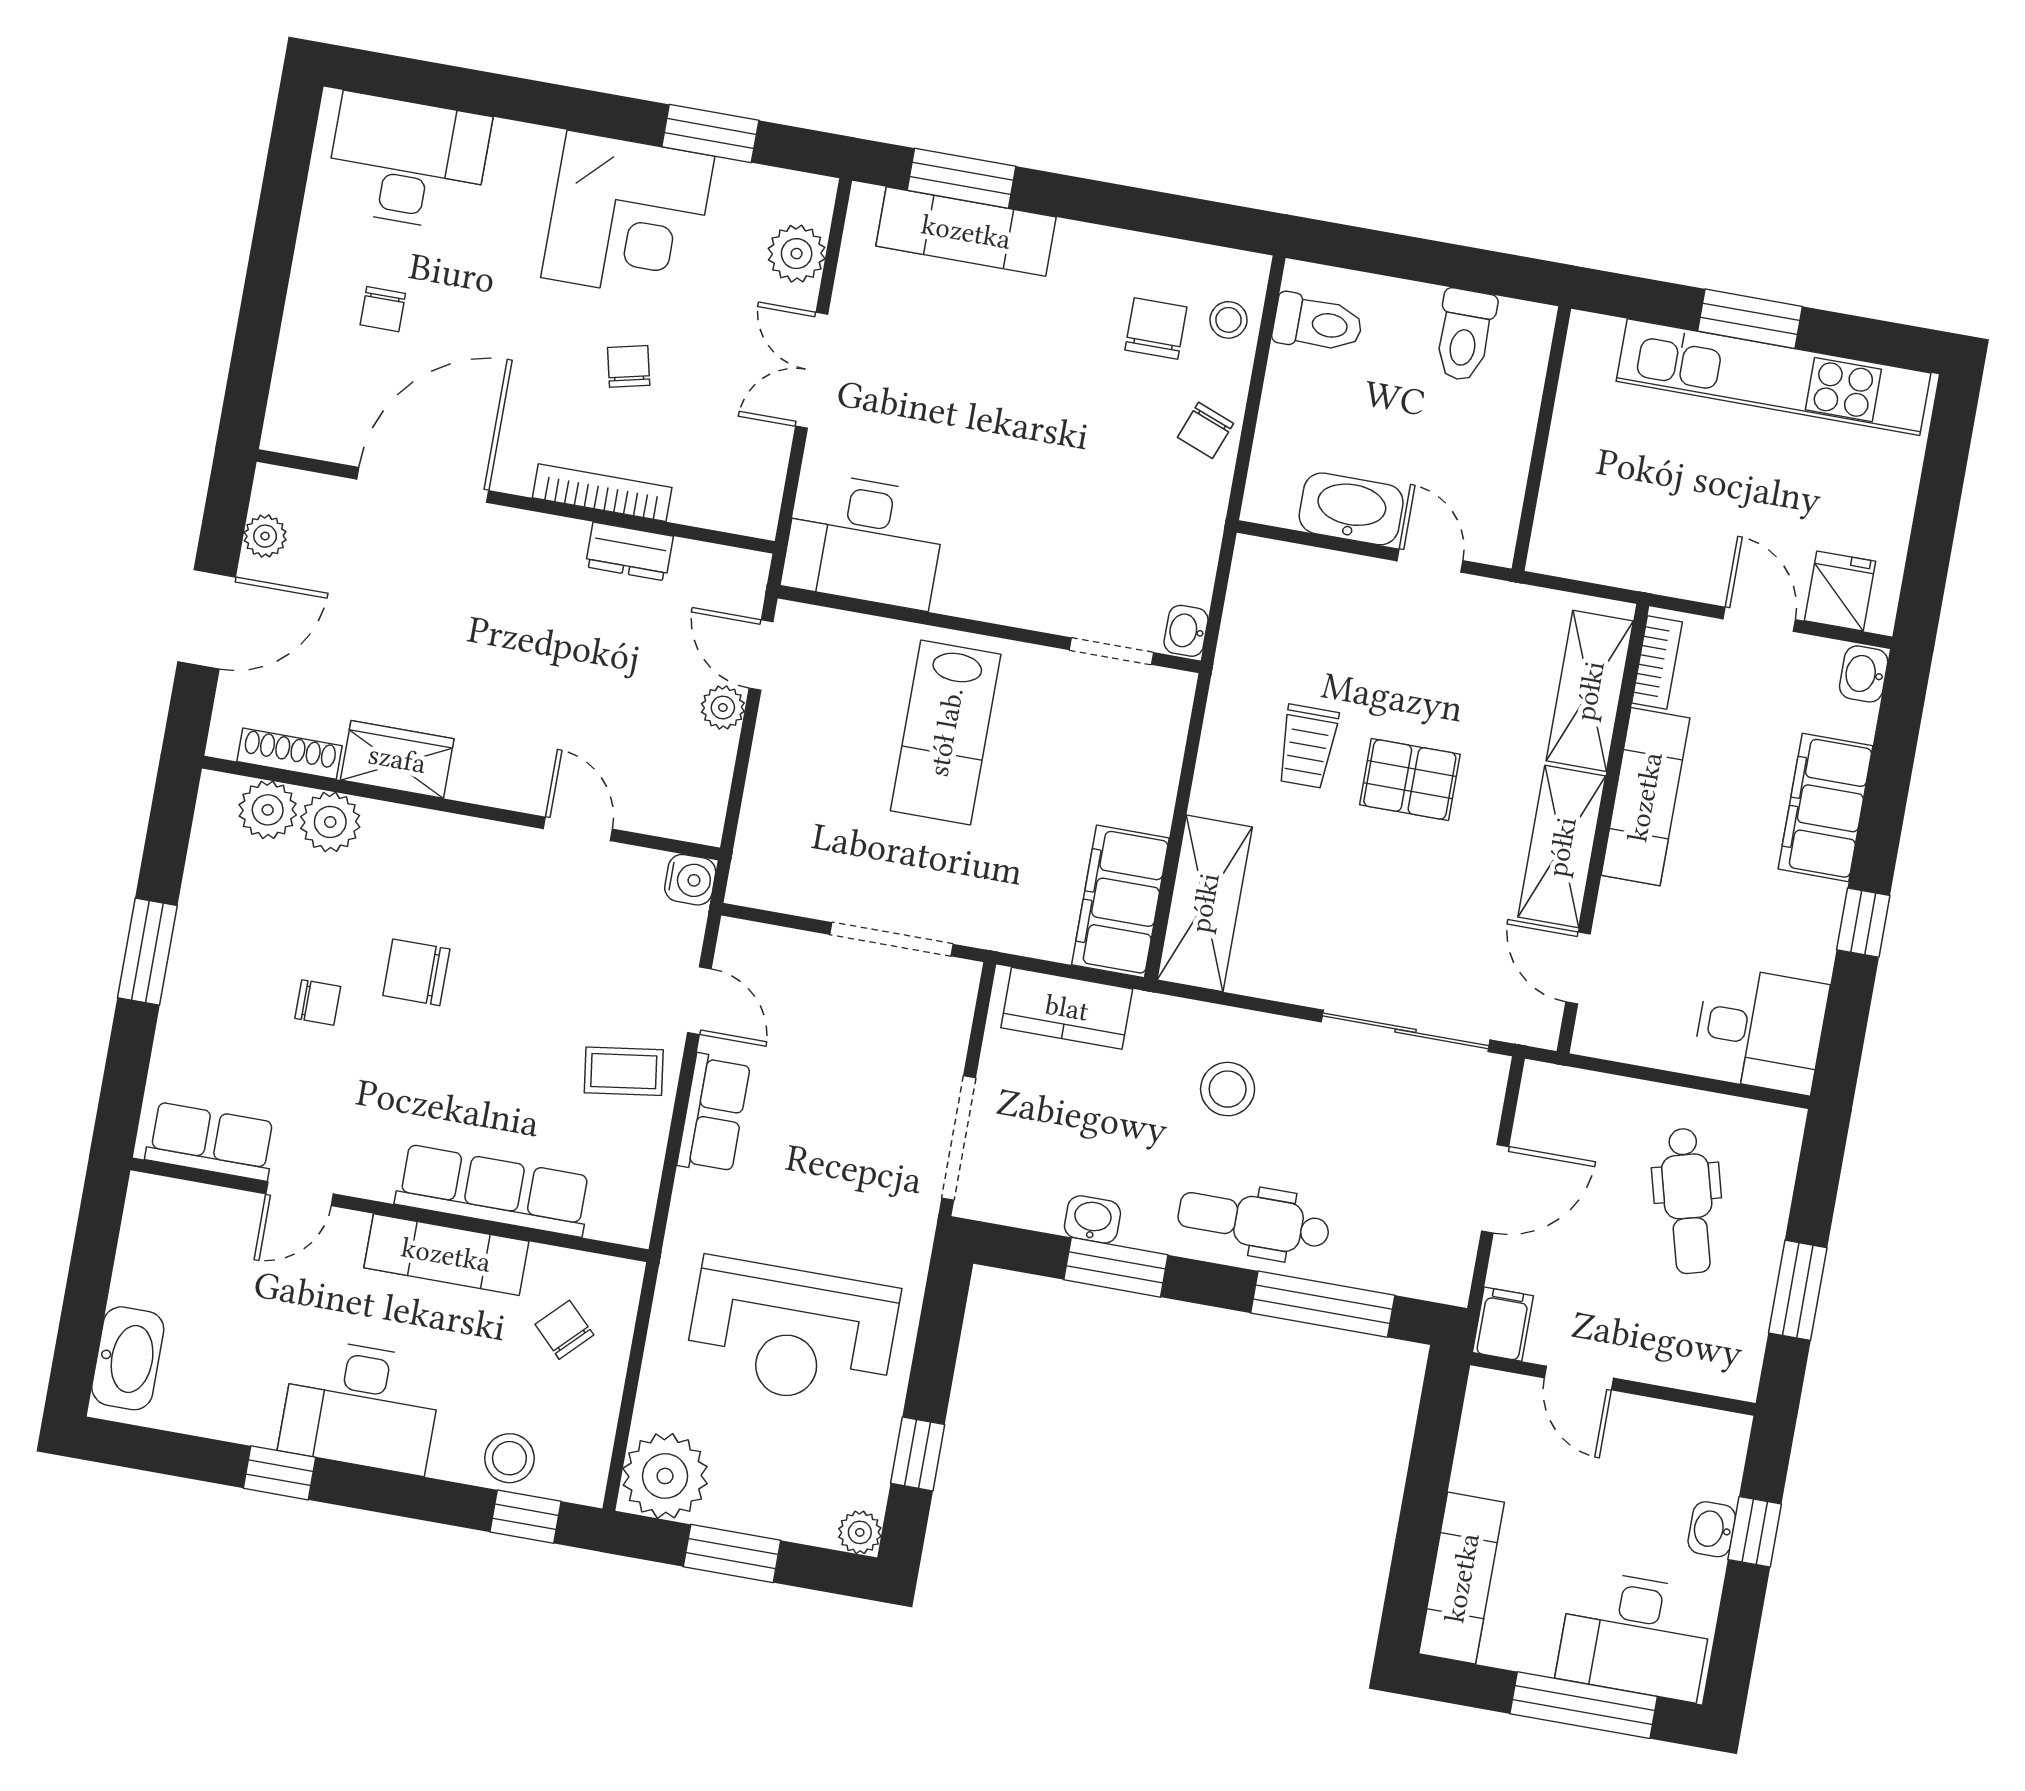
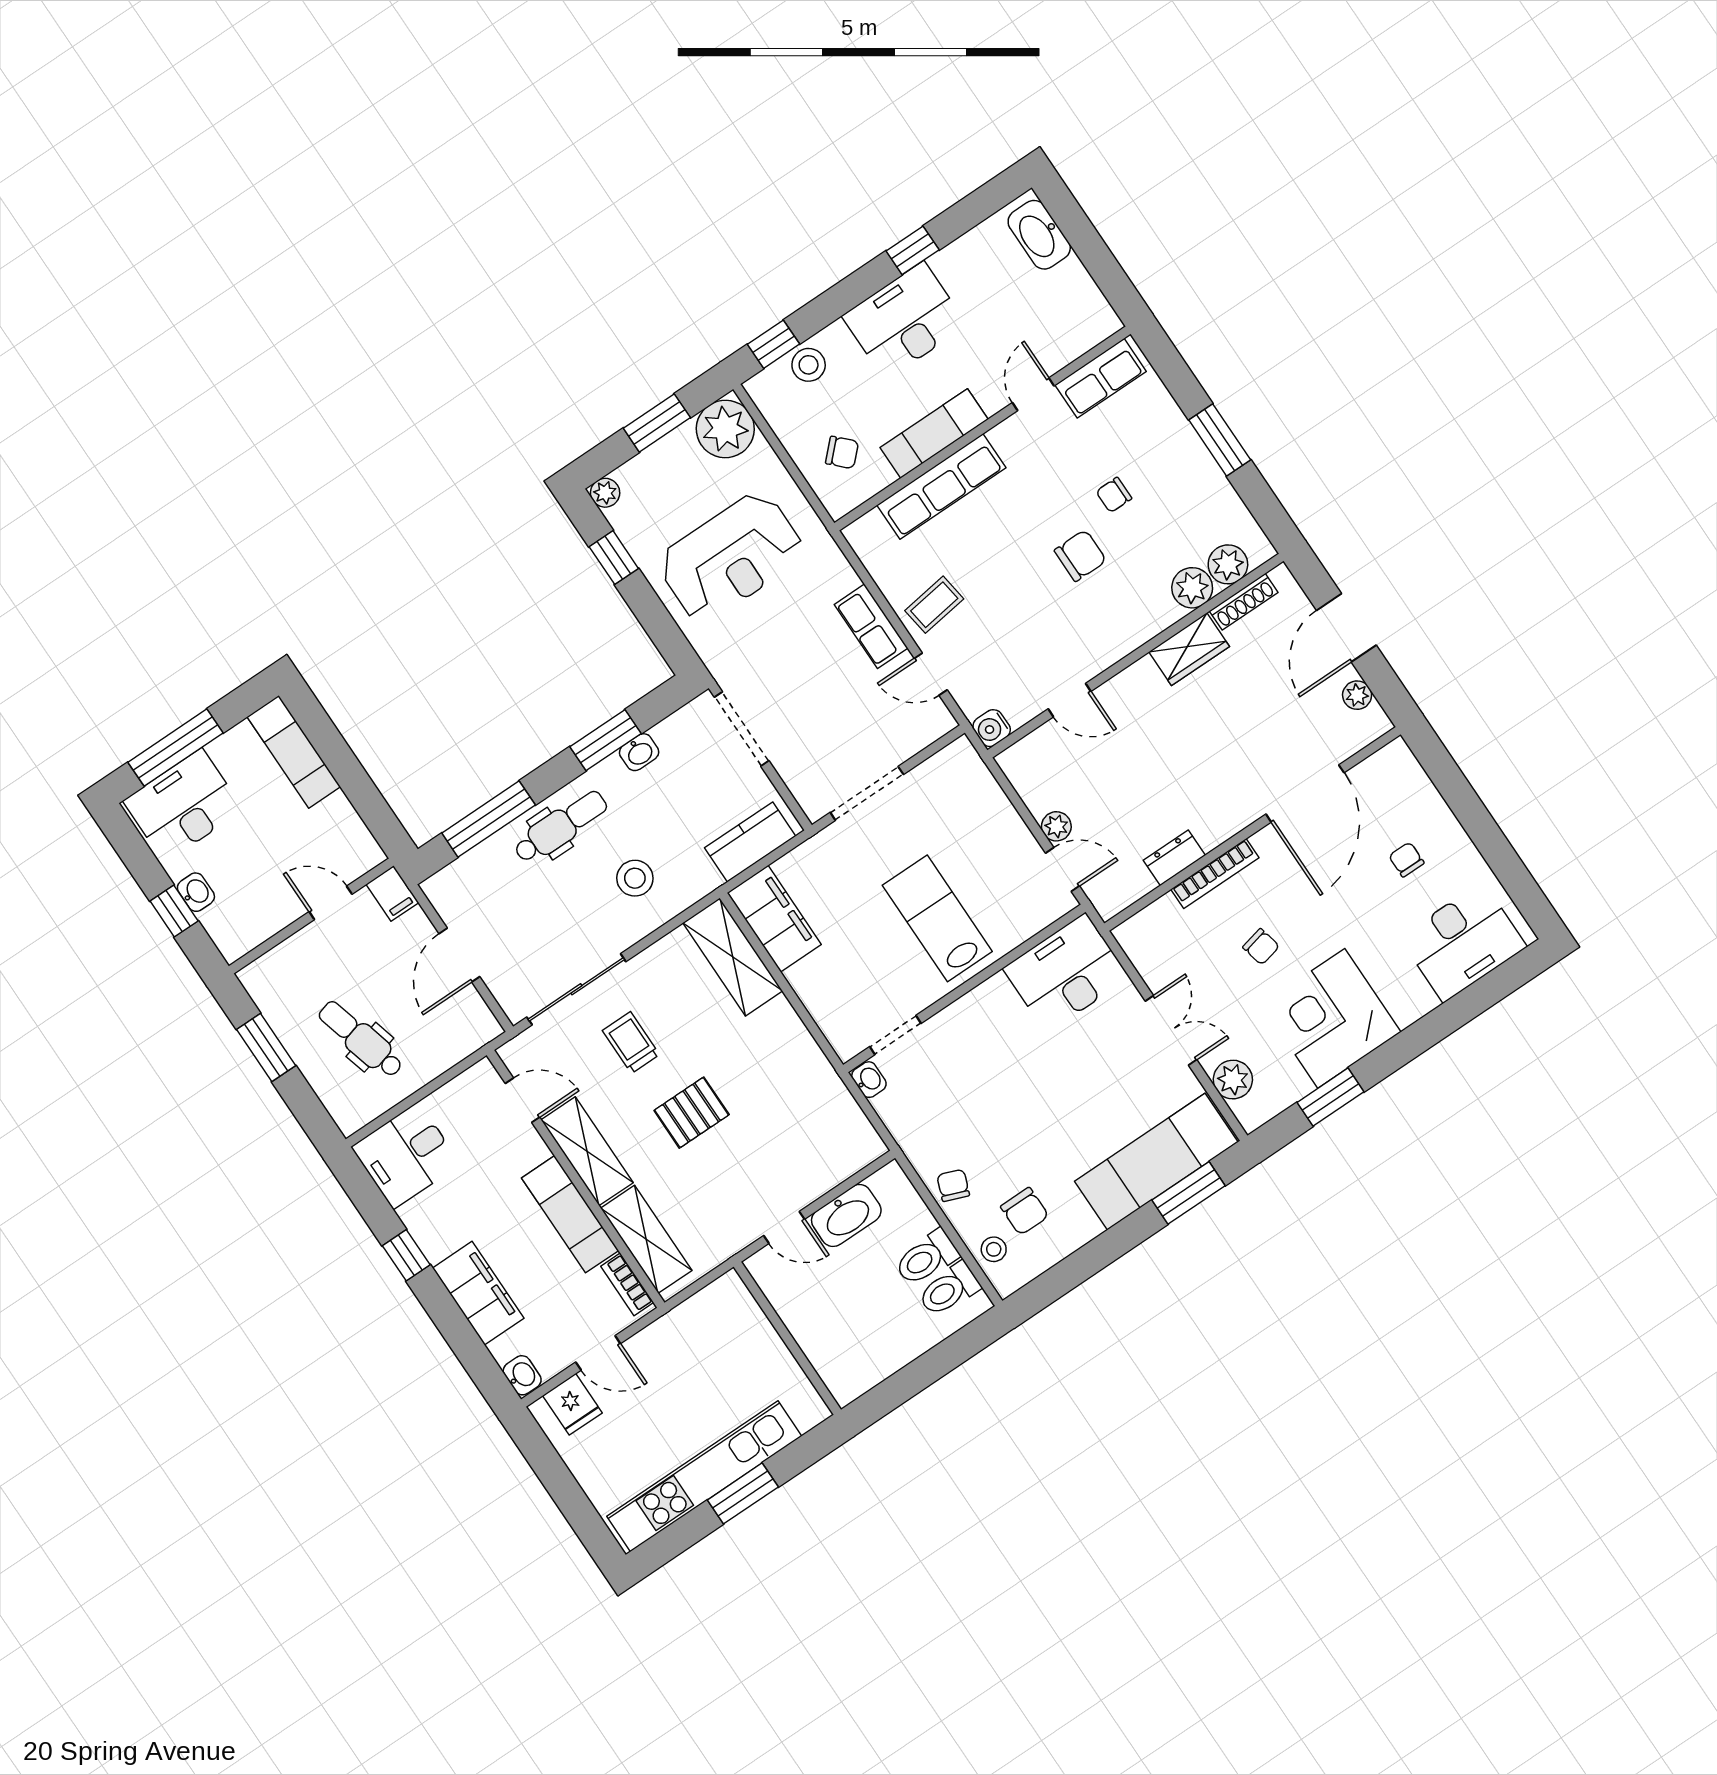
exam couch: (966, 232) -> (1156, 1162), width x1.36, depth x1.45
toilet: (1465, 335) -> (927, 1258), moved, turned -90
trolley: (1307, 746) -> (631, 1043), moved
reception desk: (792, 1333) -> (731, 557), turned 180

